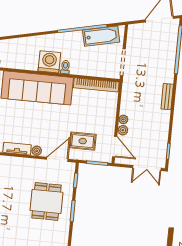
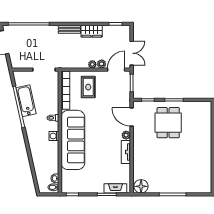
bathtub: (101, 36) -> (26, 101), moved
washing machine: (49, 62) -> (54, 136), width x0.53, depth x0.53
wardrobe: (162, 122) -> (92, 31), added
rug: (83, 141) -> (88, 87), moved
double door: (147, 168) -> (132, 53), moved
dining table: (46, 201) -> (168, 123), turned 90

